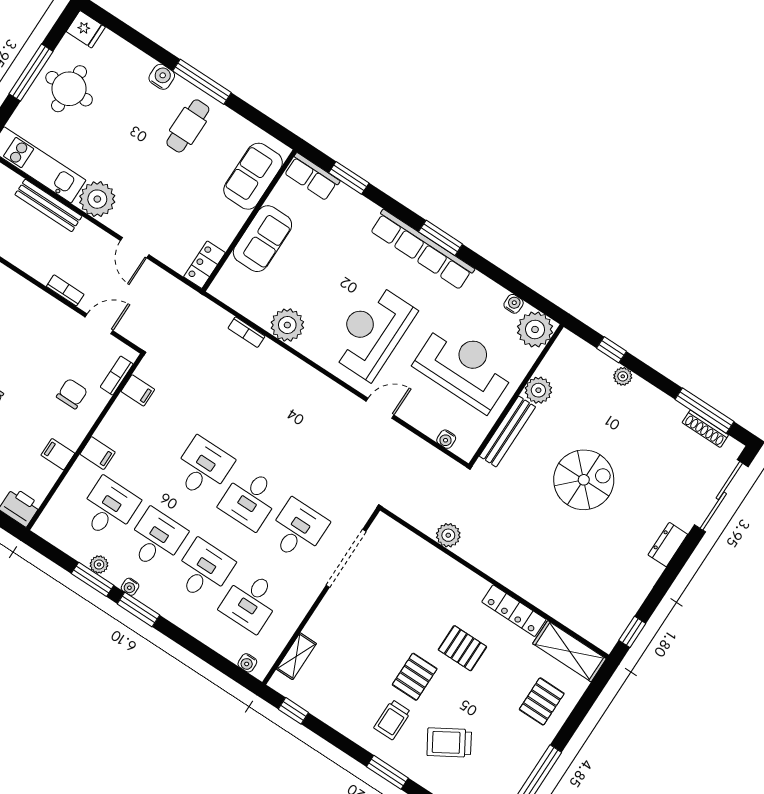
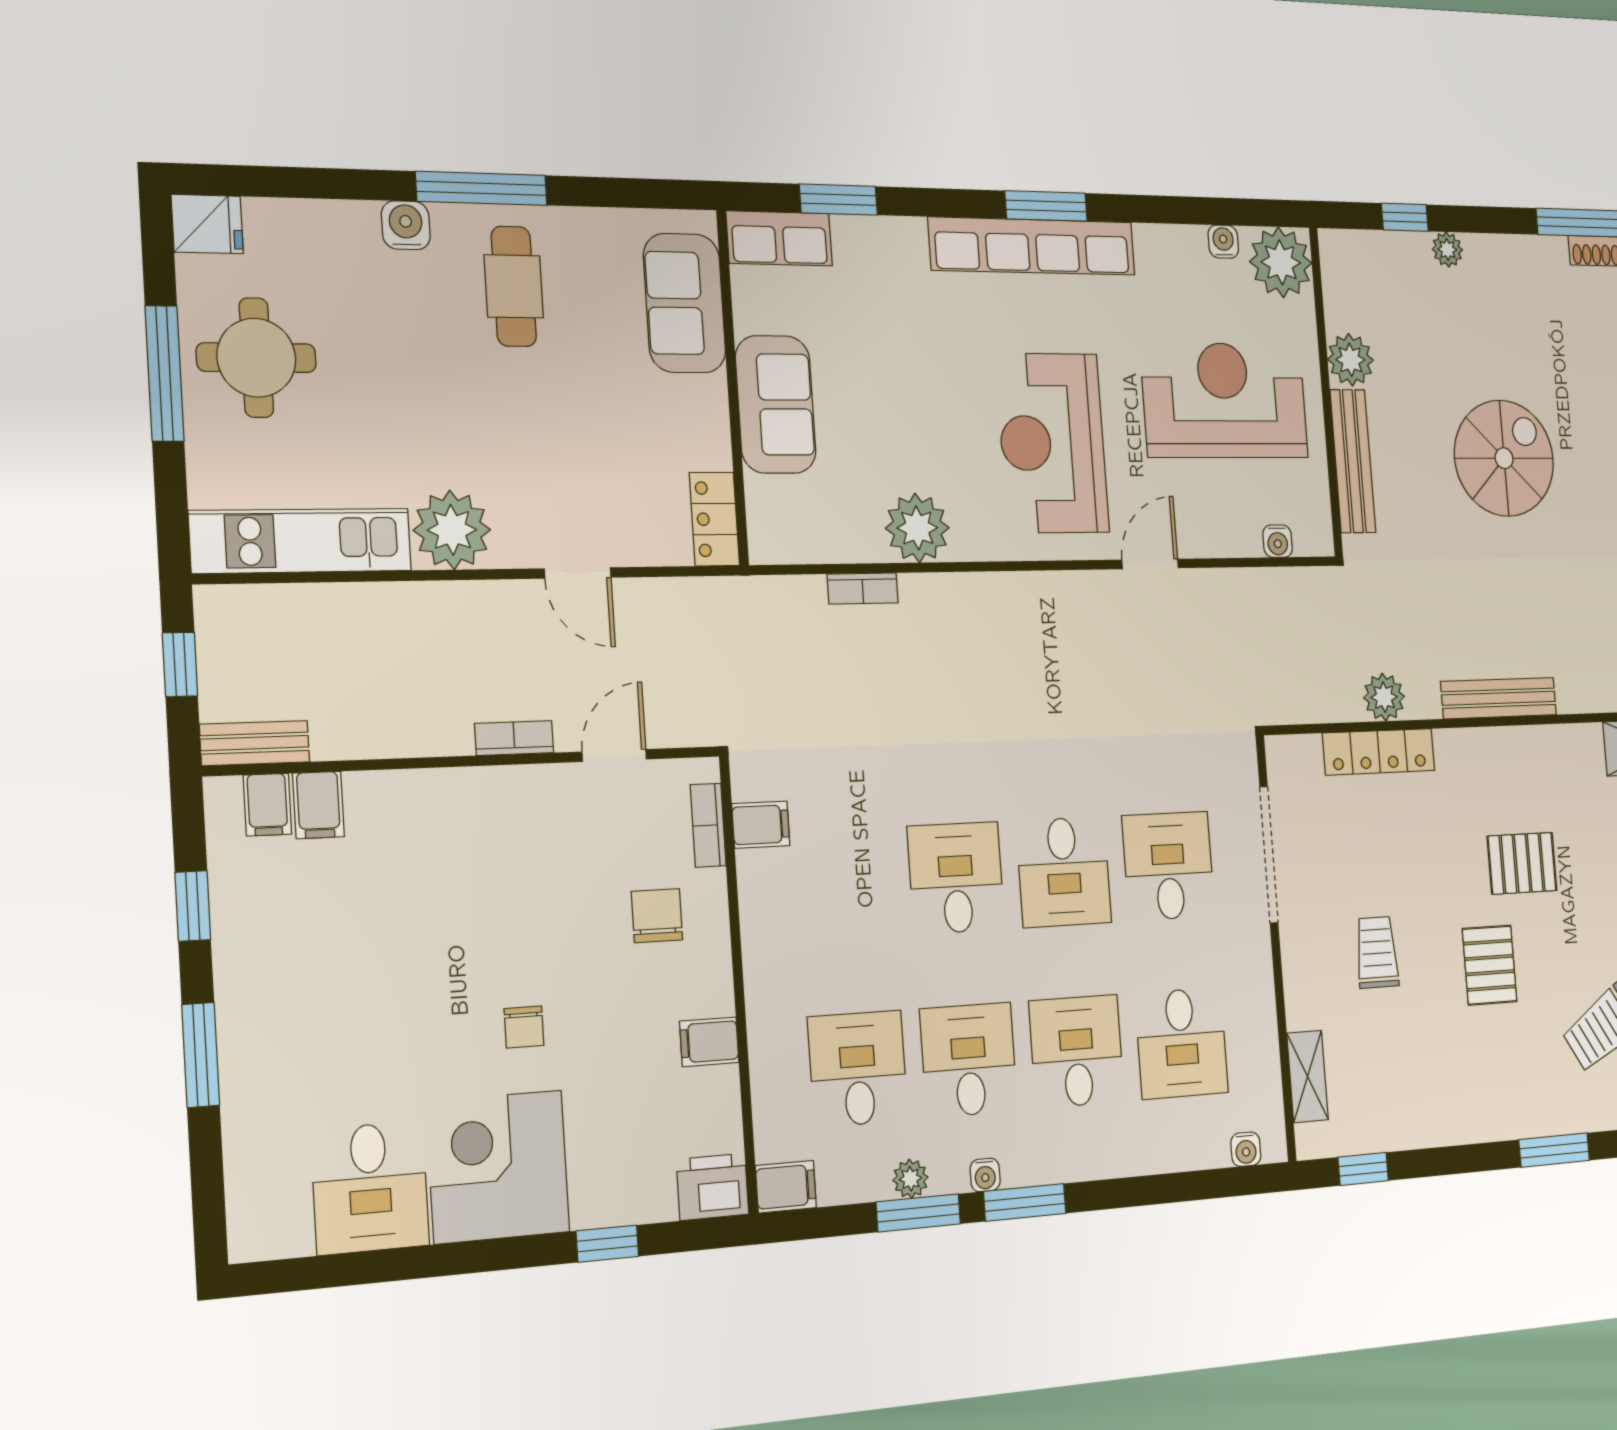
bench: (48, 205) -> (1499, 698), moved
filing cabinet: (98, 453) -> (786, 1187), moved
locker: (514, 611) -> (1379, 752), moved
trolley: (392, 720) -> (1377, 952), moved, turned 180

